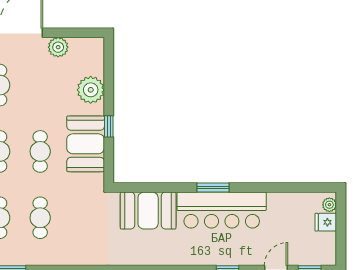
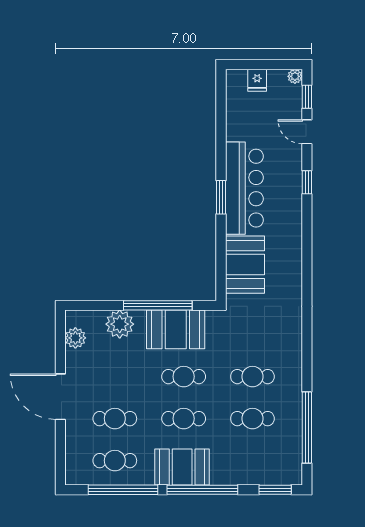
plant: (58, 47) -> (75, 338), moved
window: (109, 126) -> (158, 305), width x3.17
plant: (329, 205) -> (295, 76), moved

